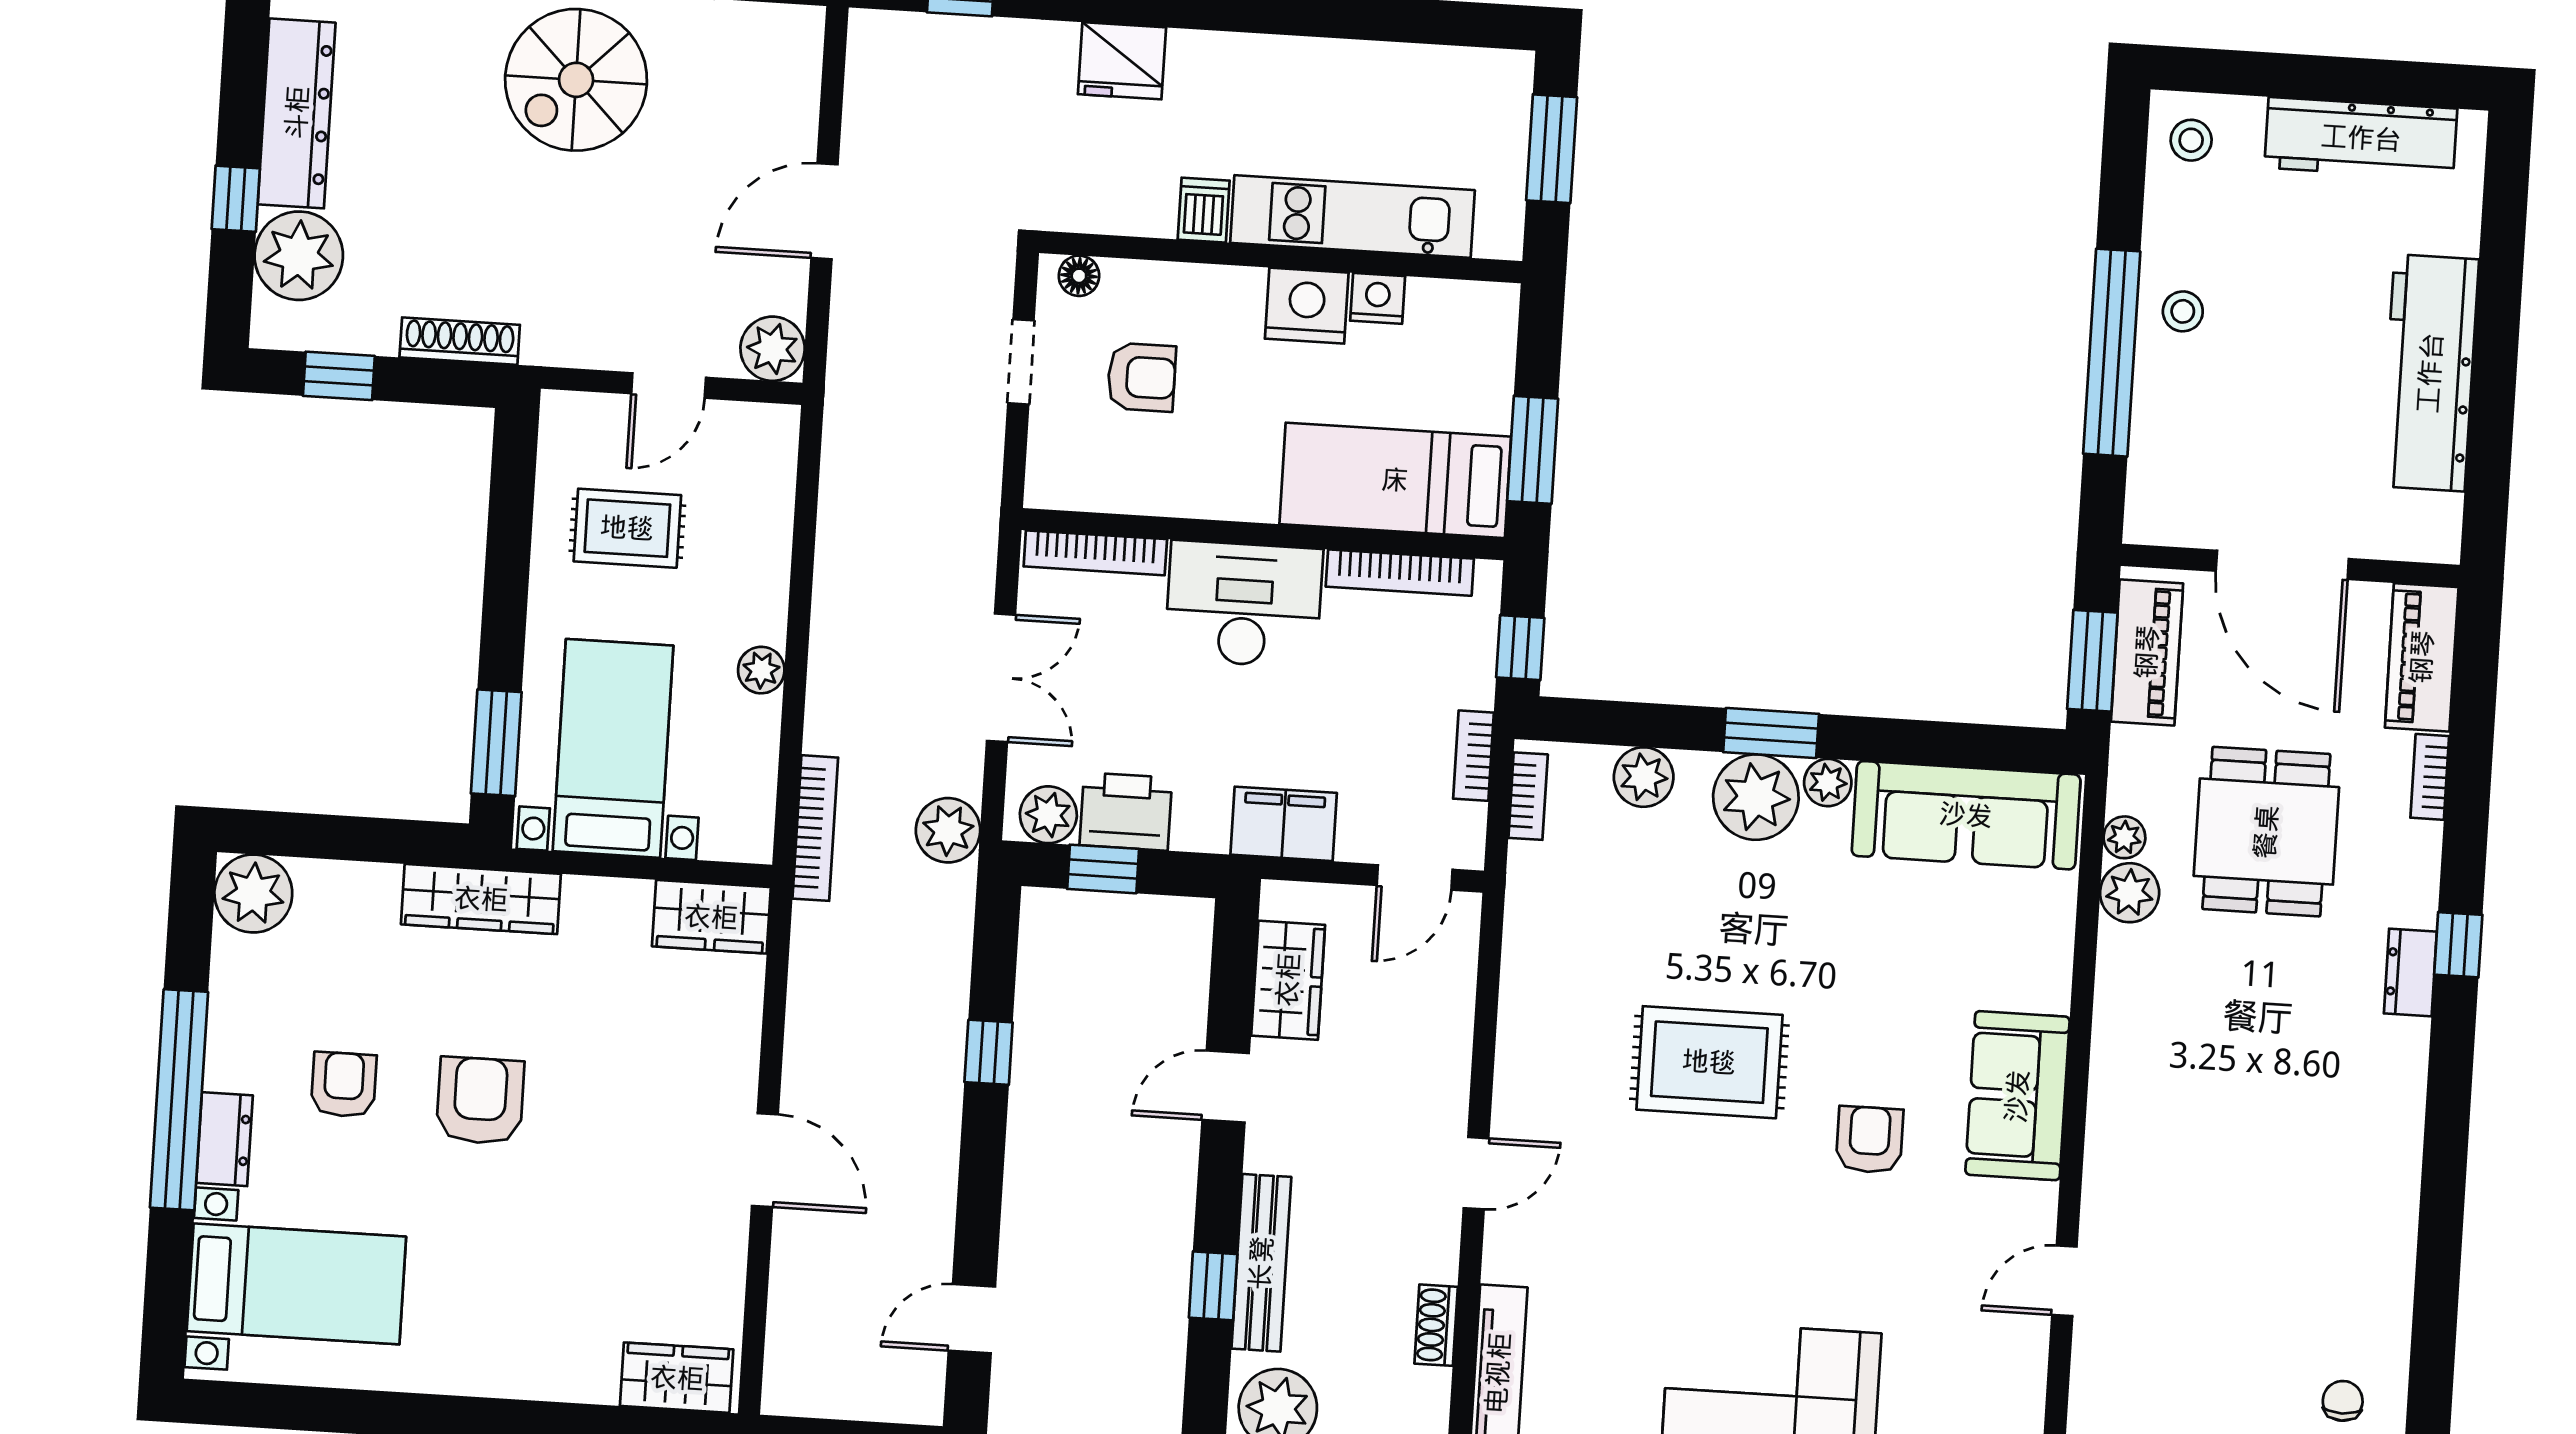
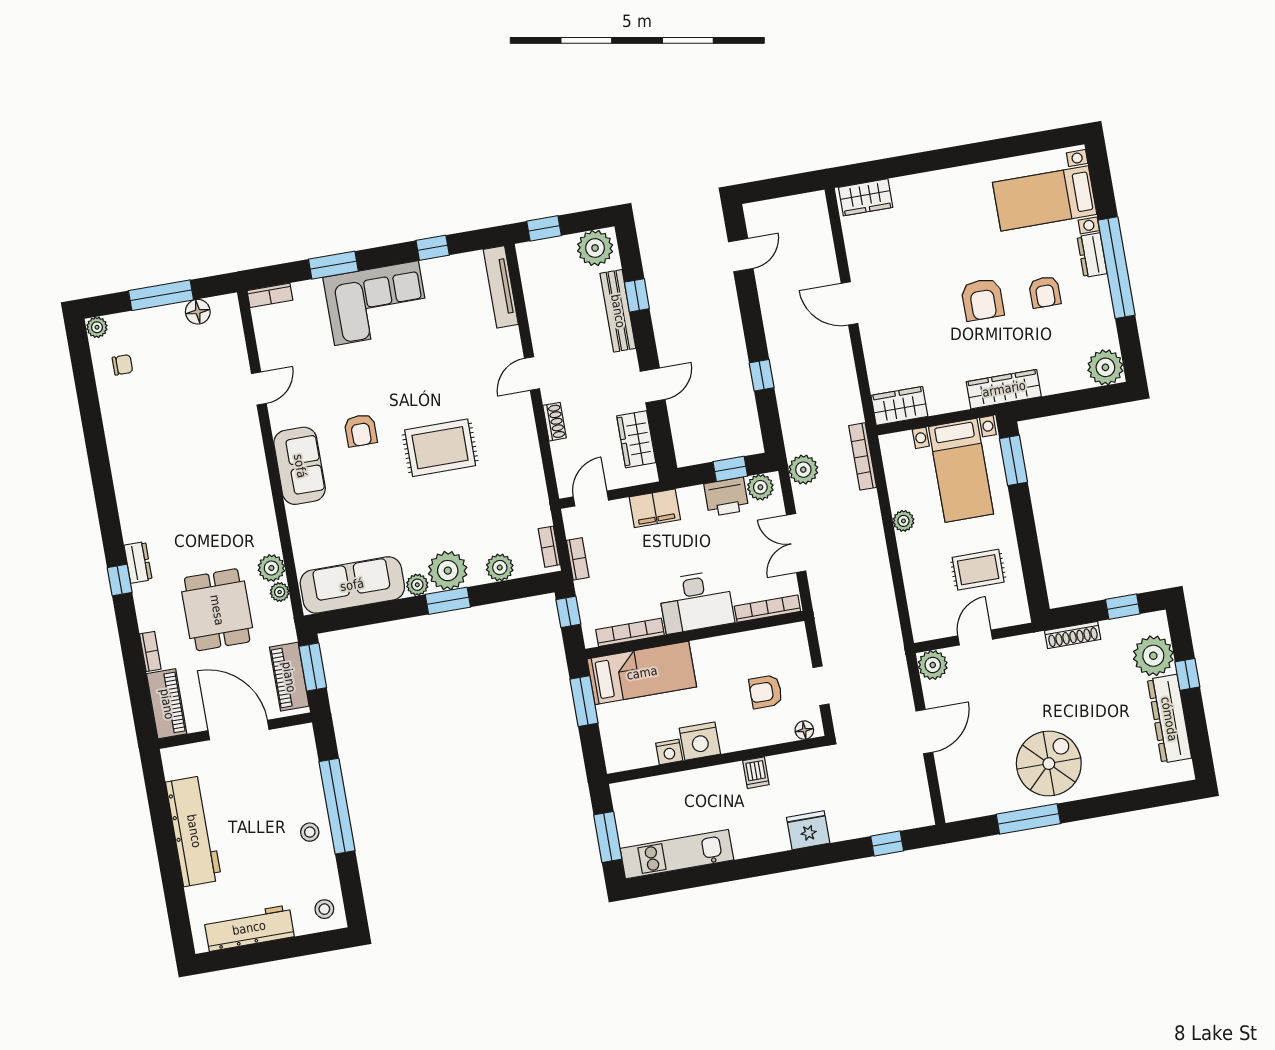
kitchen unit: (1353, 217) -> (677, 854), moved, turned 180
shoe rack: (1436, 1325) -> (554, 422), moved
chair: (2343, 1401) -> (122, 365), turned -90

